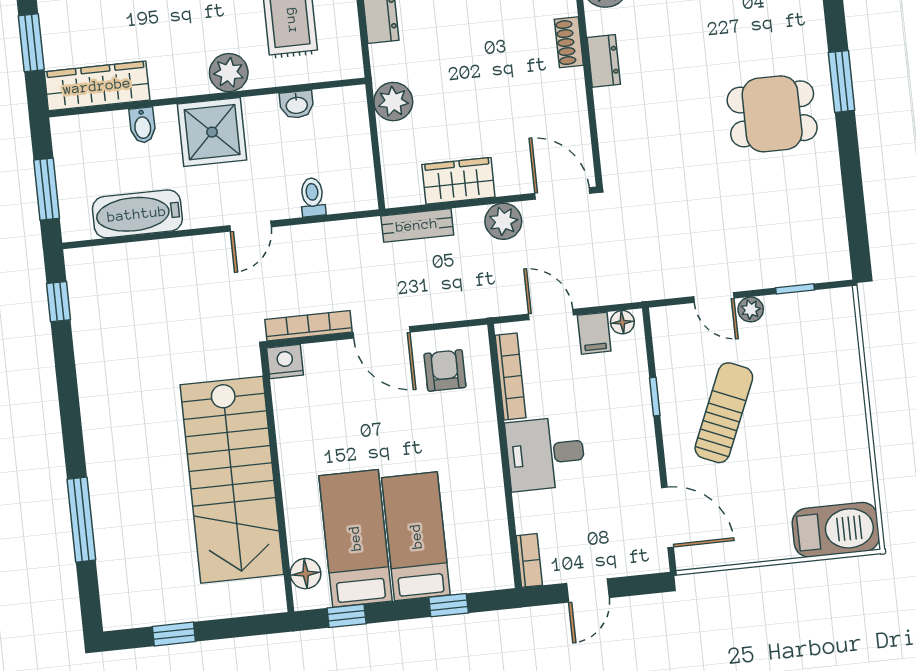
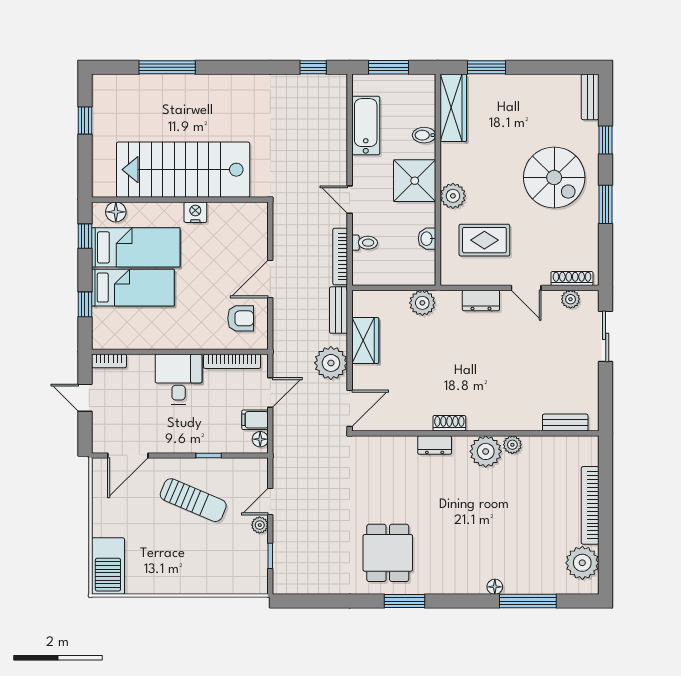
plant: (503, 221) -> (331, 363), width x1.36, depth x1.36
bookcase: (309, 326) -> (340, 257), moved, turned 180
nightstand: (285, 361) -> (195, 212), moved, turned -90

